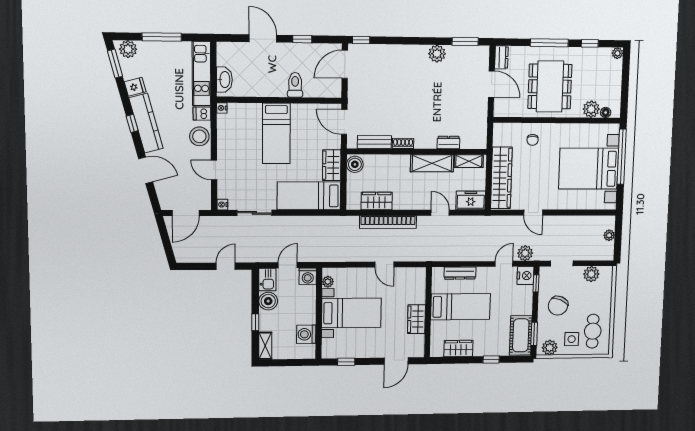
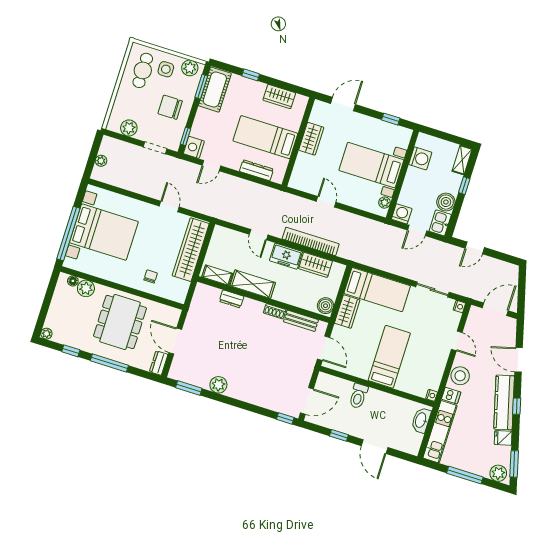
freezer: (471, 200) -> (286, 256), moved
plant: (525, 253) -> (188, 169), removed
chair: (558, 306) -> (170, 107), turned -114

